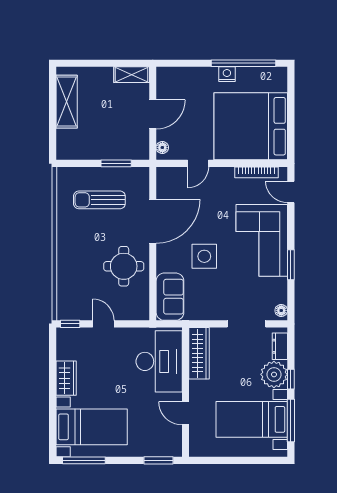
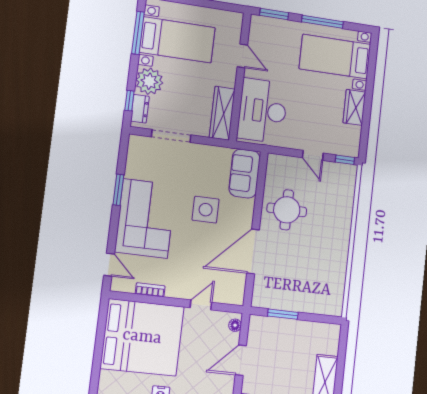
bookcase: (257, 172) -> (150, 290), width x0.64
sun lounger: (99, 200) -> (303, 279), removed
floor lamp: (281, 310) -> (134, 145), removed
window: (291, 379) -> (129, 101), moved
window: (84, 460) -> (322, 22), moved

